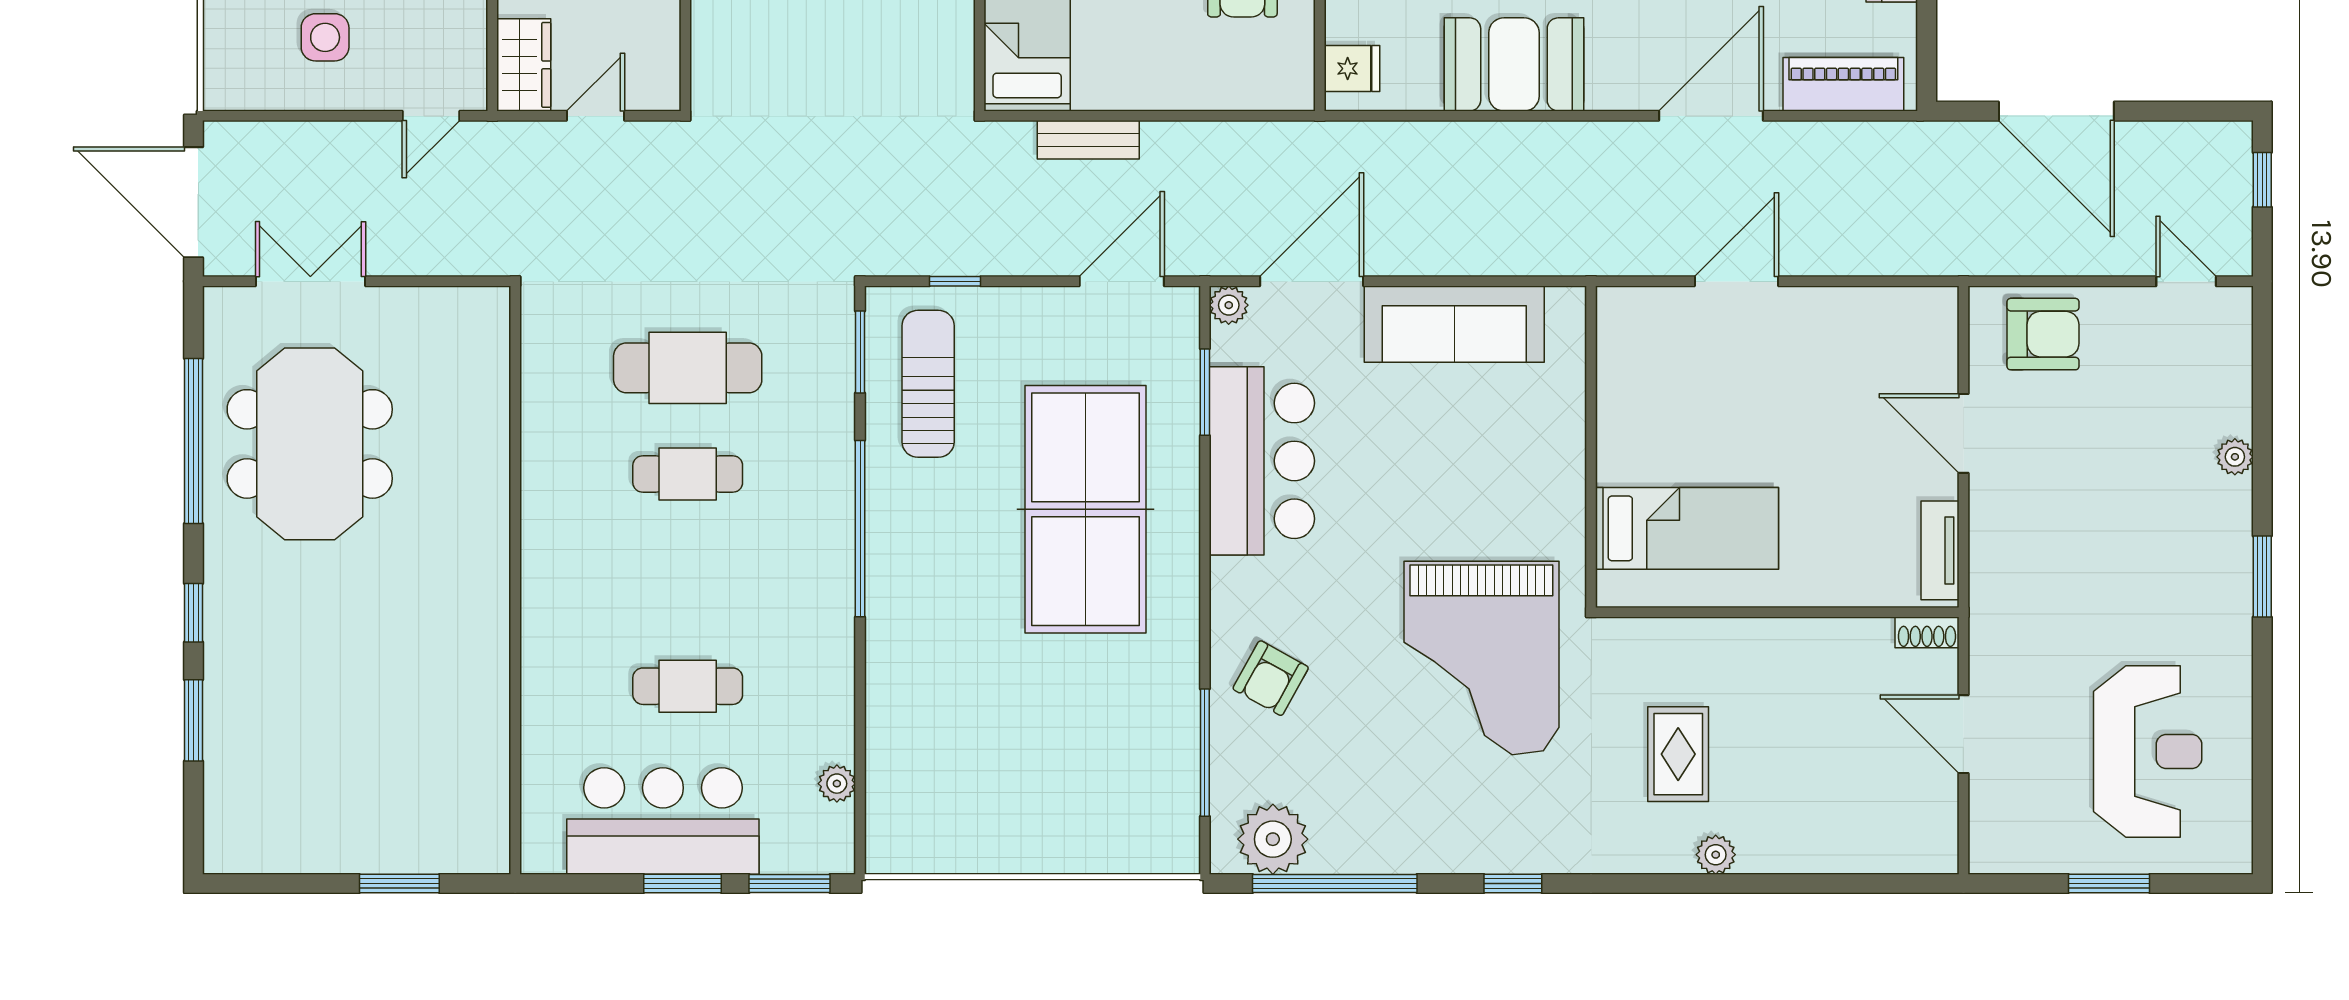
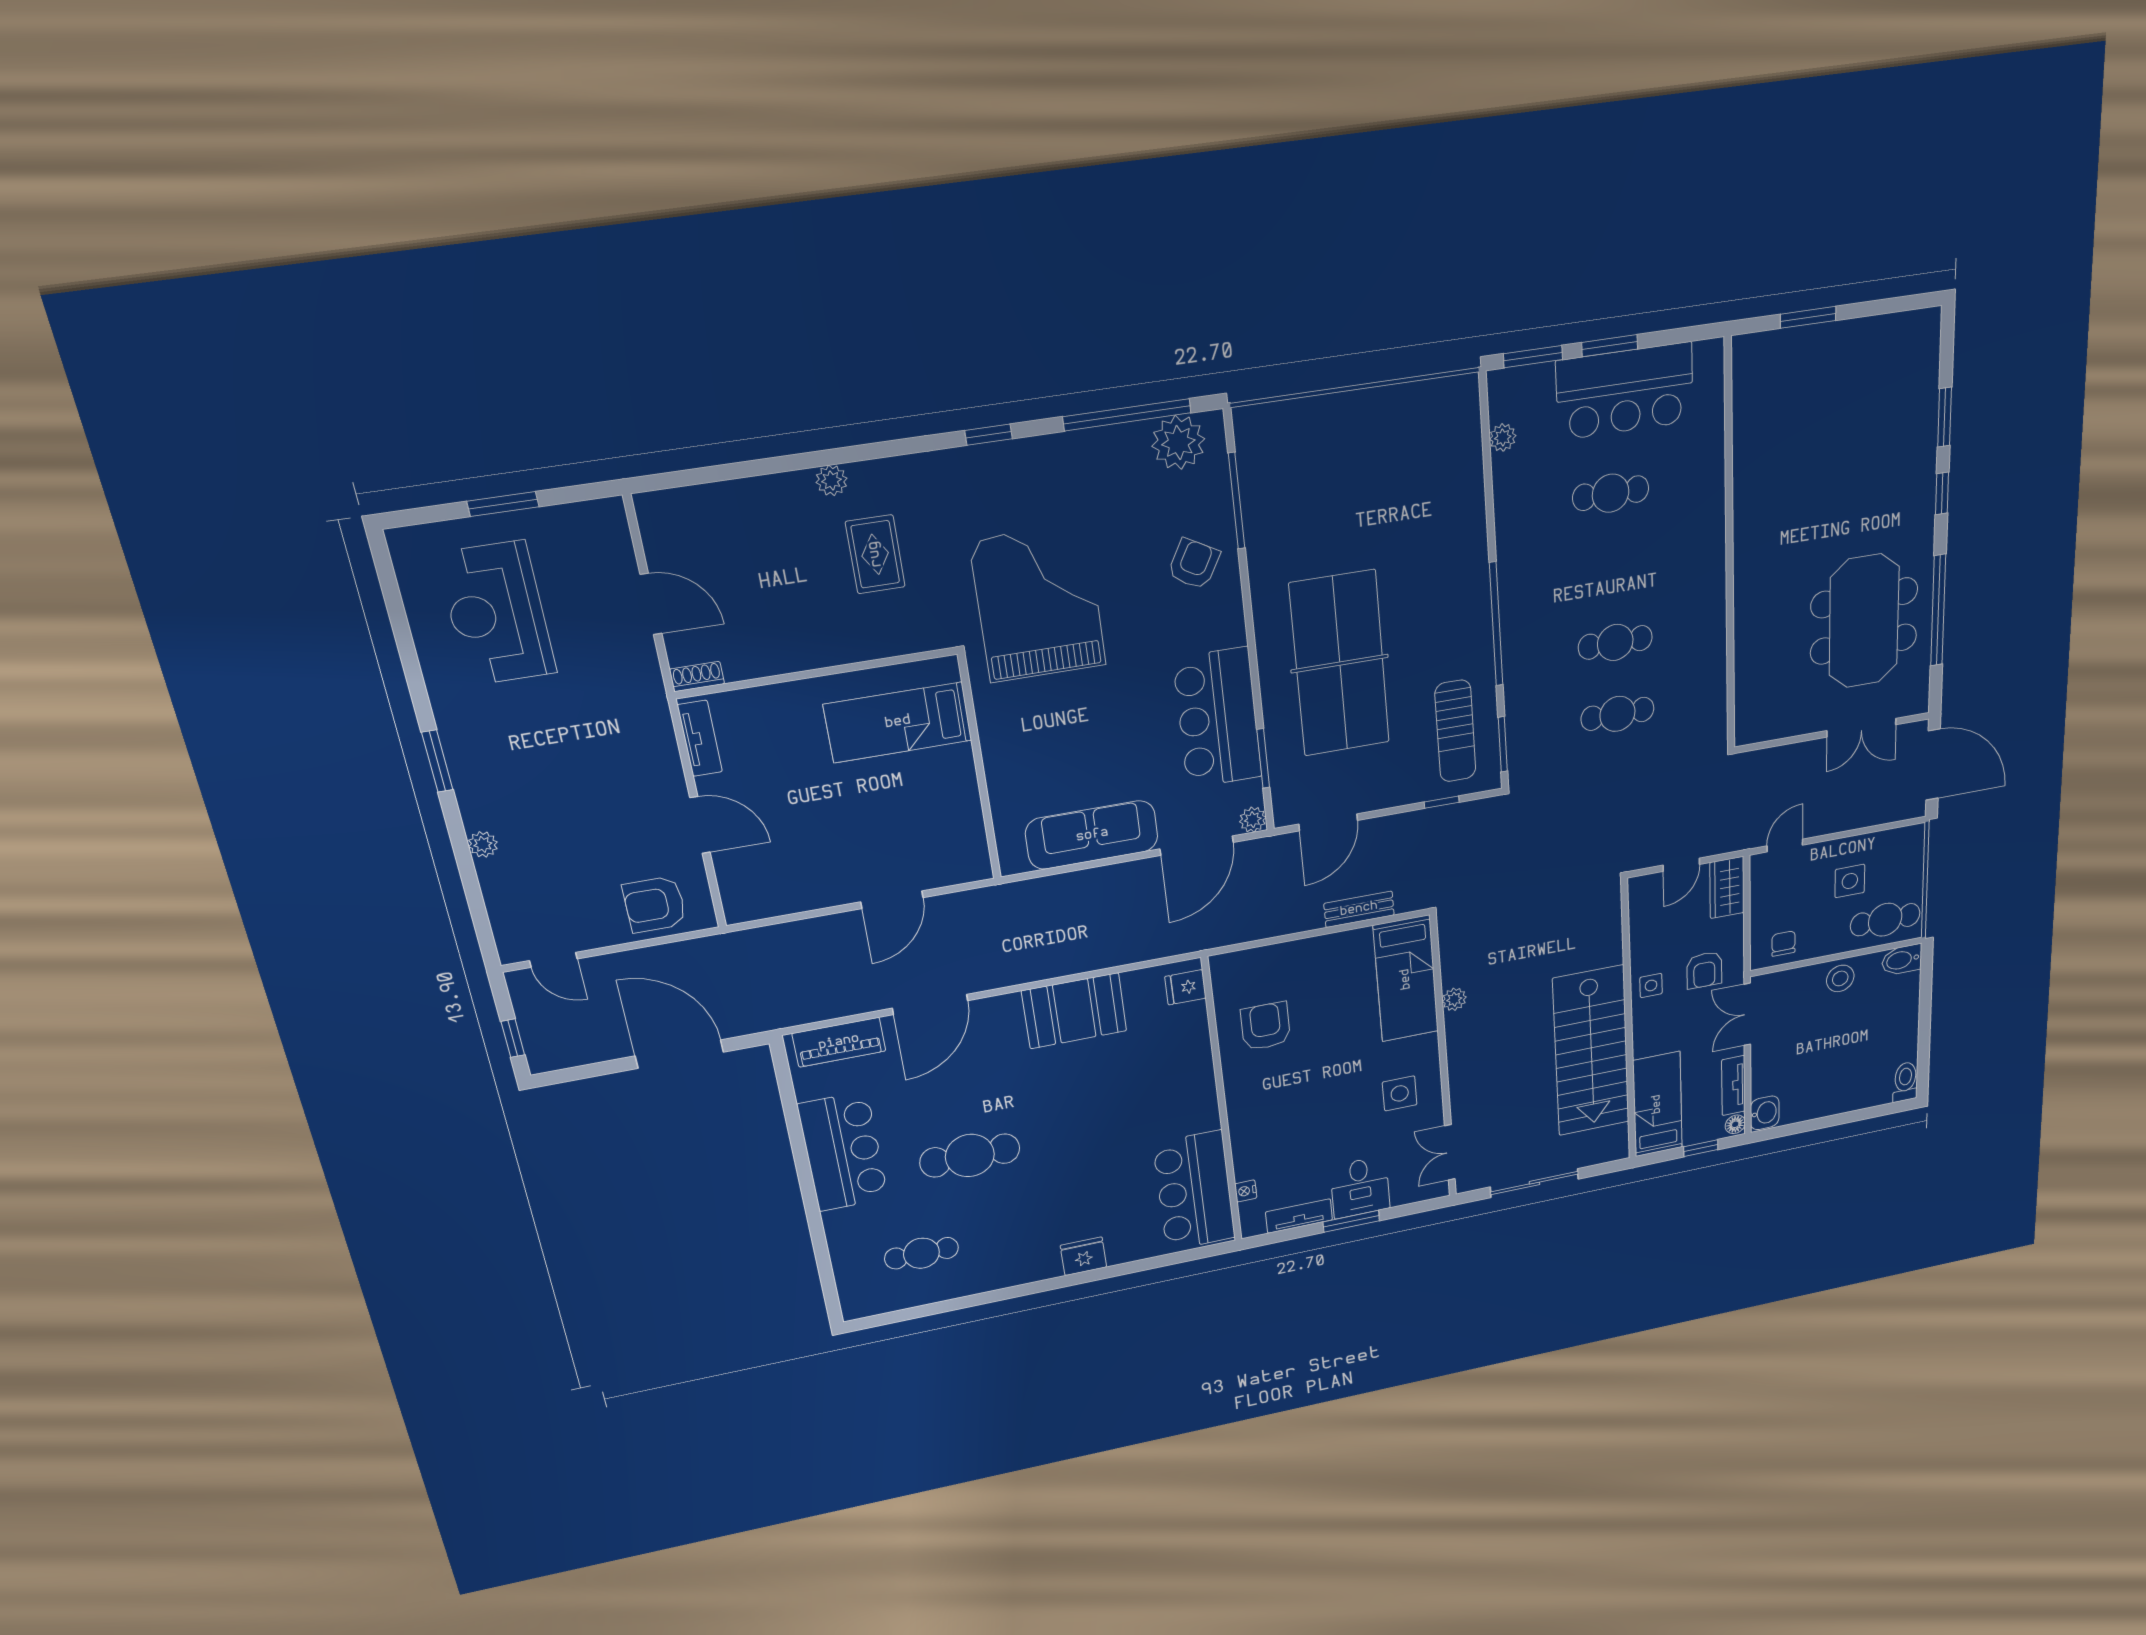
cafe table: (688, 368) -> (1617, 714), width x0.73, depth x0.74

